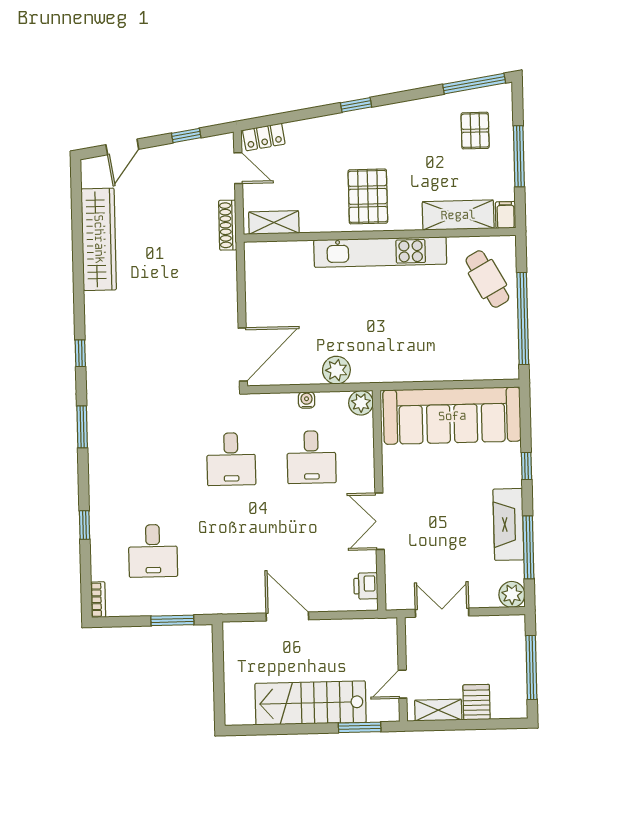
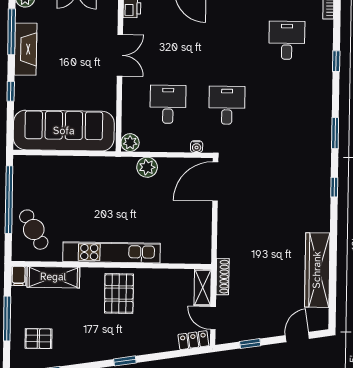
pallet: (475, 131) -> (38, 339), turned 90
shelving: (274, 223) -> (203, 287), moved, turned 90
water cooler: (307, 400) -> (197, 147), moved

